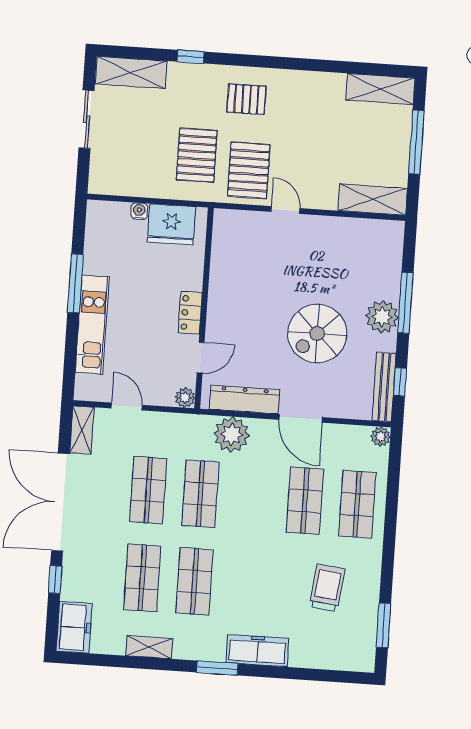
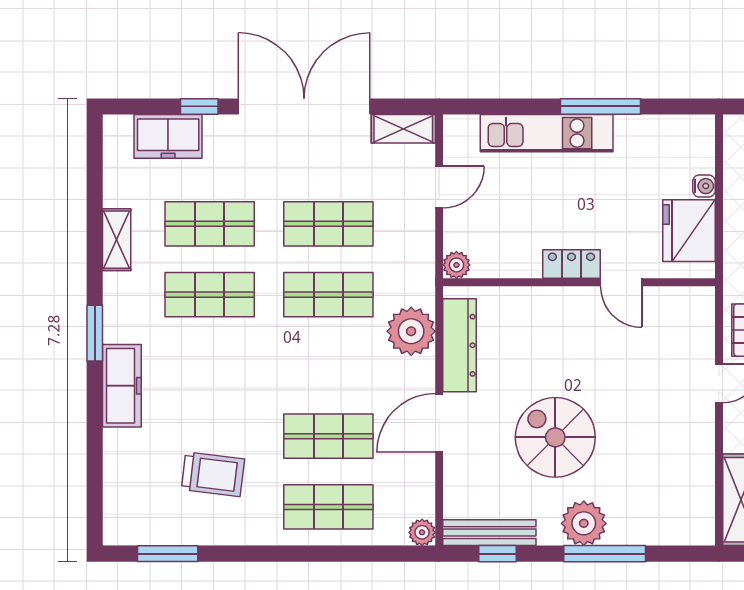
door: (201, 358) -> (621, 282), moved
freezer: (74, 627) -> (168, 136), moved

